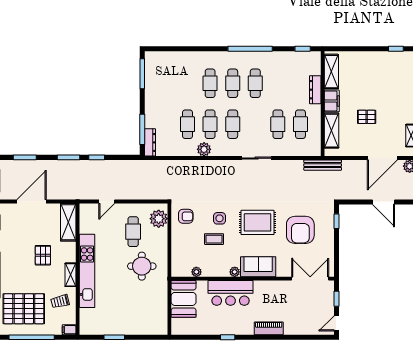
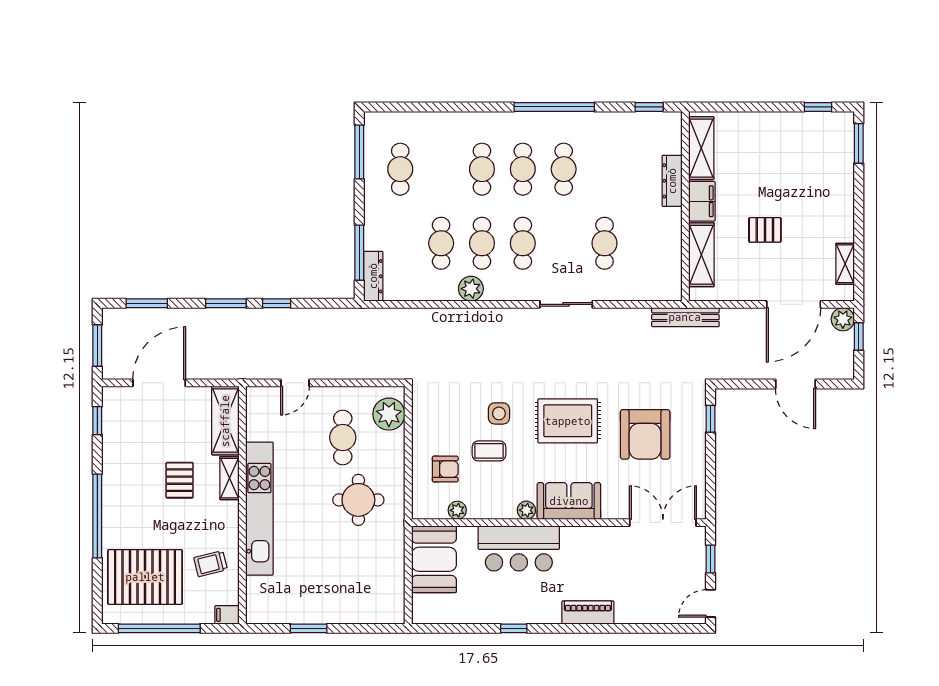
cafe table: (300, 124) -> (400, 169), moved
armchair: (186, 216) -> (445, 469), moved
shelving: (71, 275) -> (229, 478), moved

